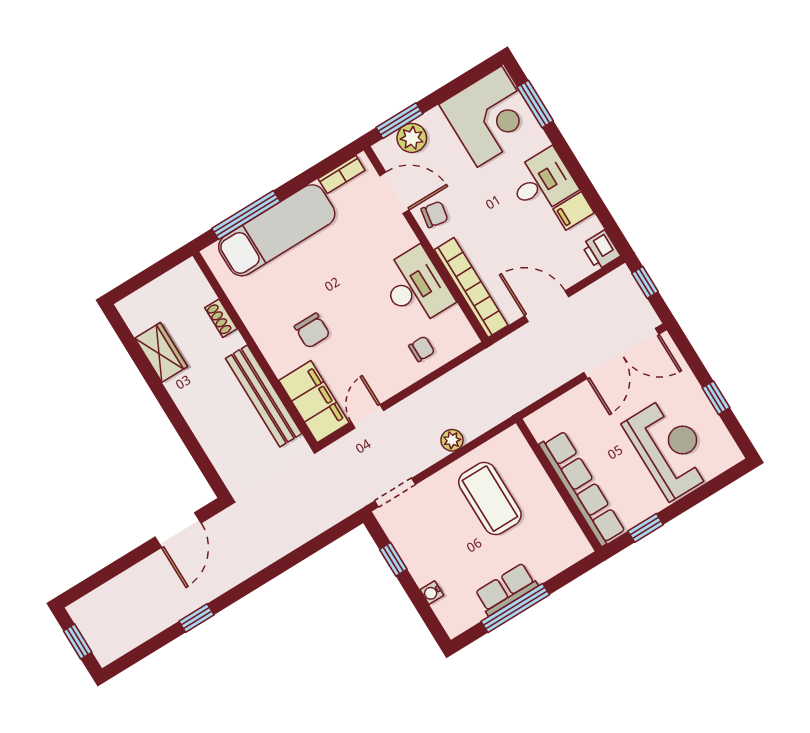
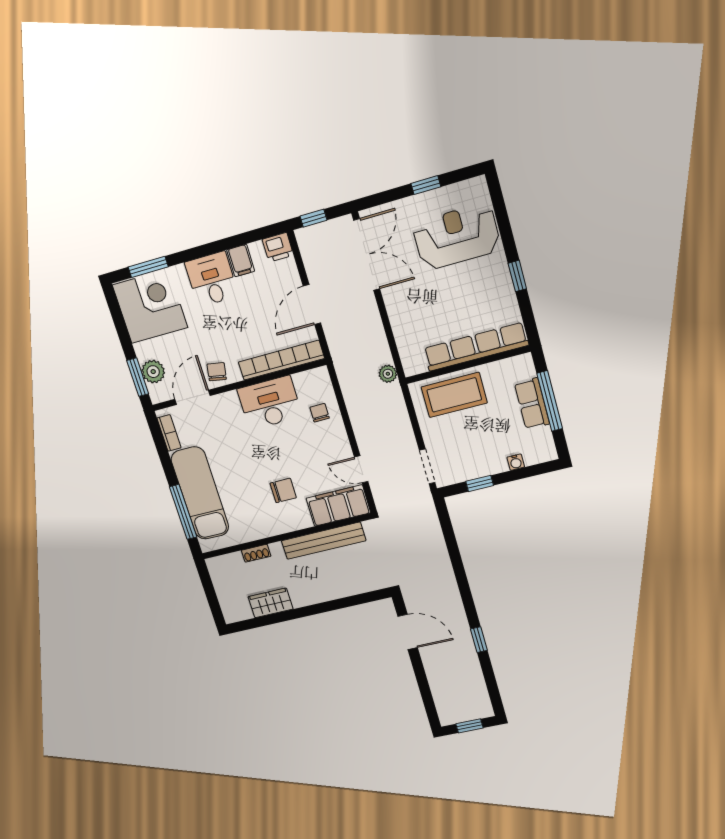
plant: (452, 440) -> (388, 374), moved
wall: (559, 485) -> (467, 365), moved
row of seats: (582, 488) -> (476, 347), moved

